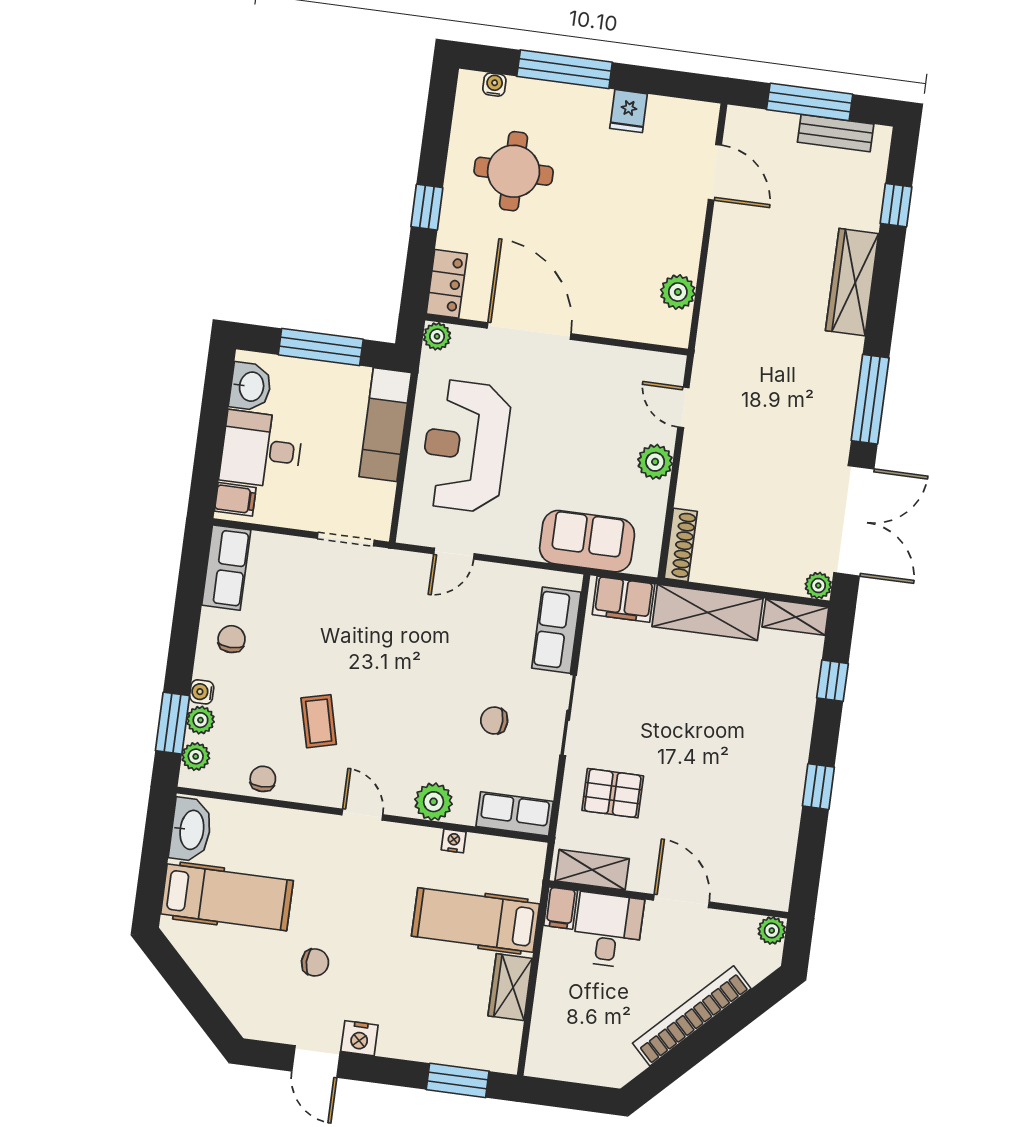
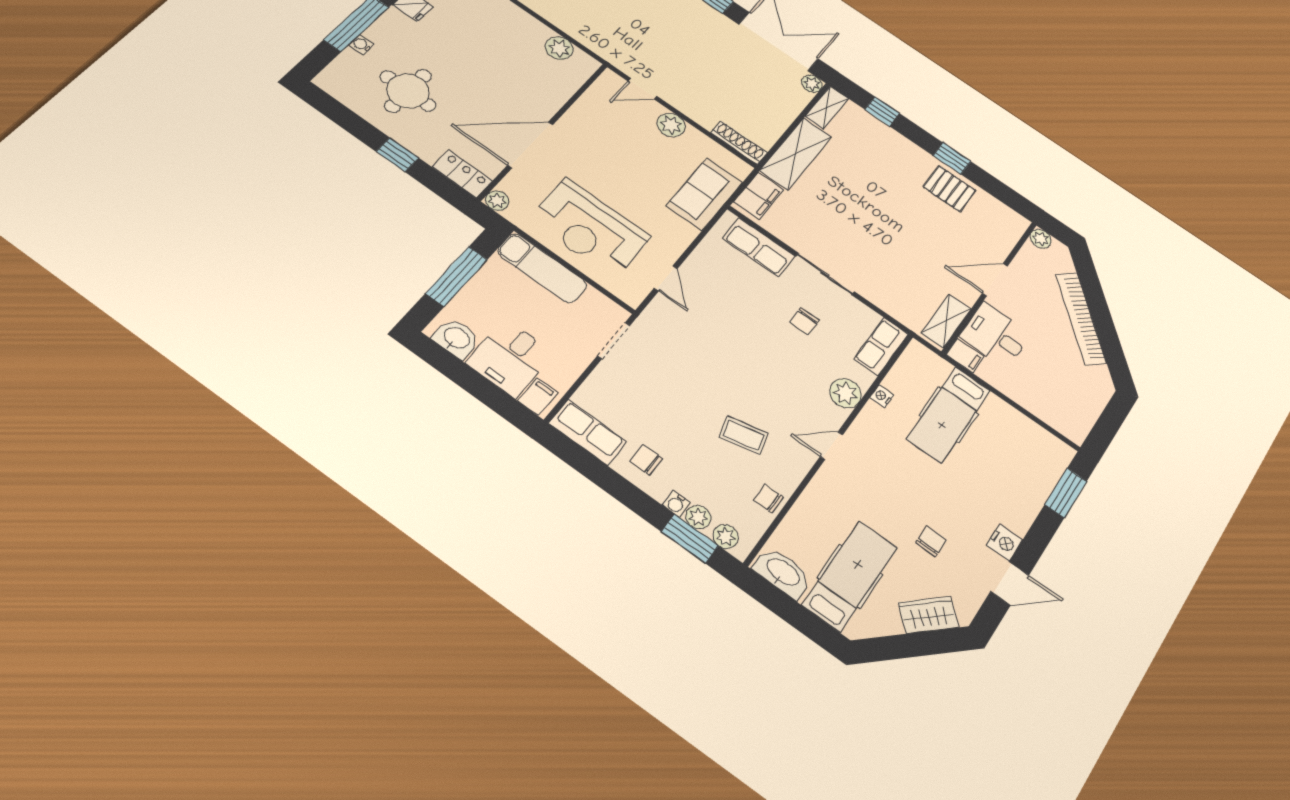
water cooler: (494, 85) -> (361, 45), moved
pallet: (613, 793) -> (949, 189), moved, turned 90
wardrobe: (510, 987) -> (928, 615), moved, turned 135

